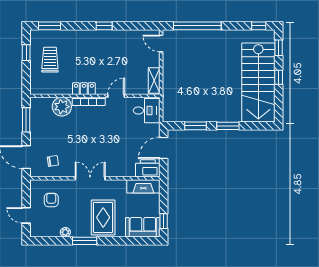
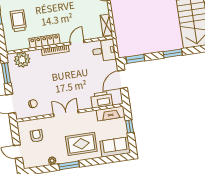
locker: (84, 89) -> (45, 41), width x1.53
plant: (62, 107) -> (22, 60), moved
window: (196, 126) -> (135, 59), moved
printer: (148, 168) -> (102, 100), moved
rug: (103, 217) -> (81, 144), turned 90
window: (164, 221) -> (130, 126), moved

